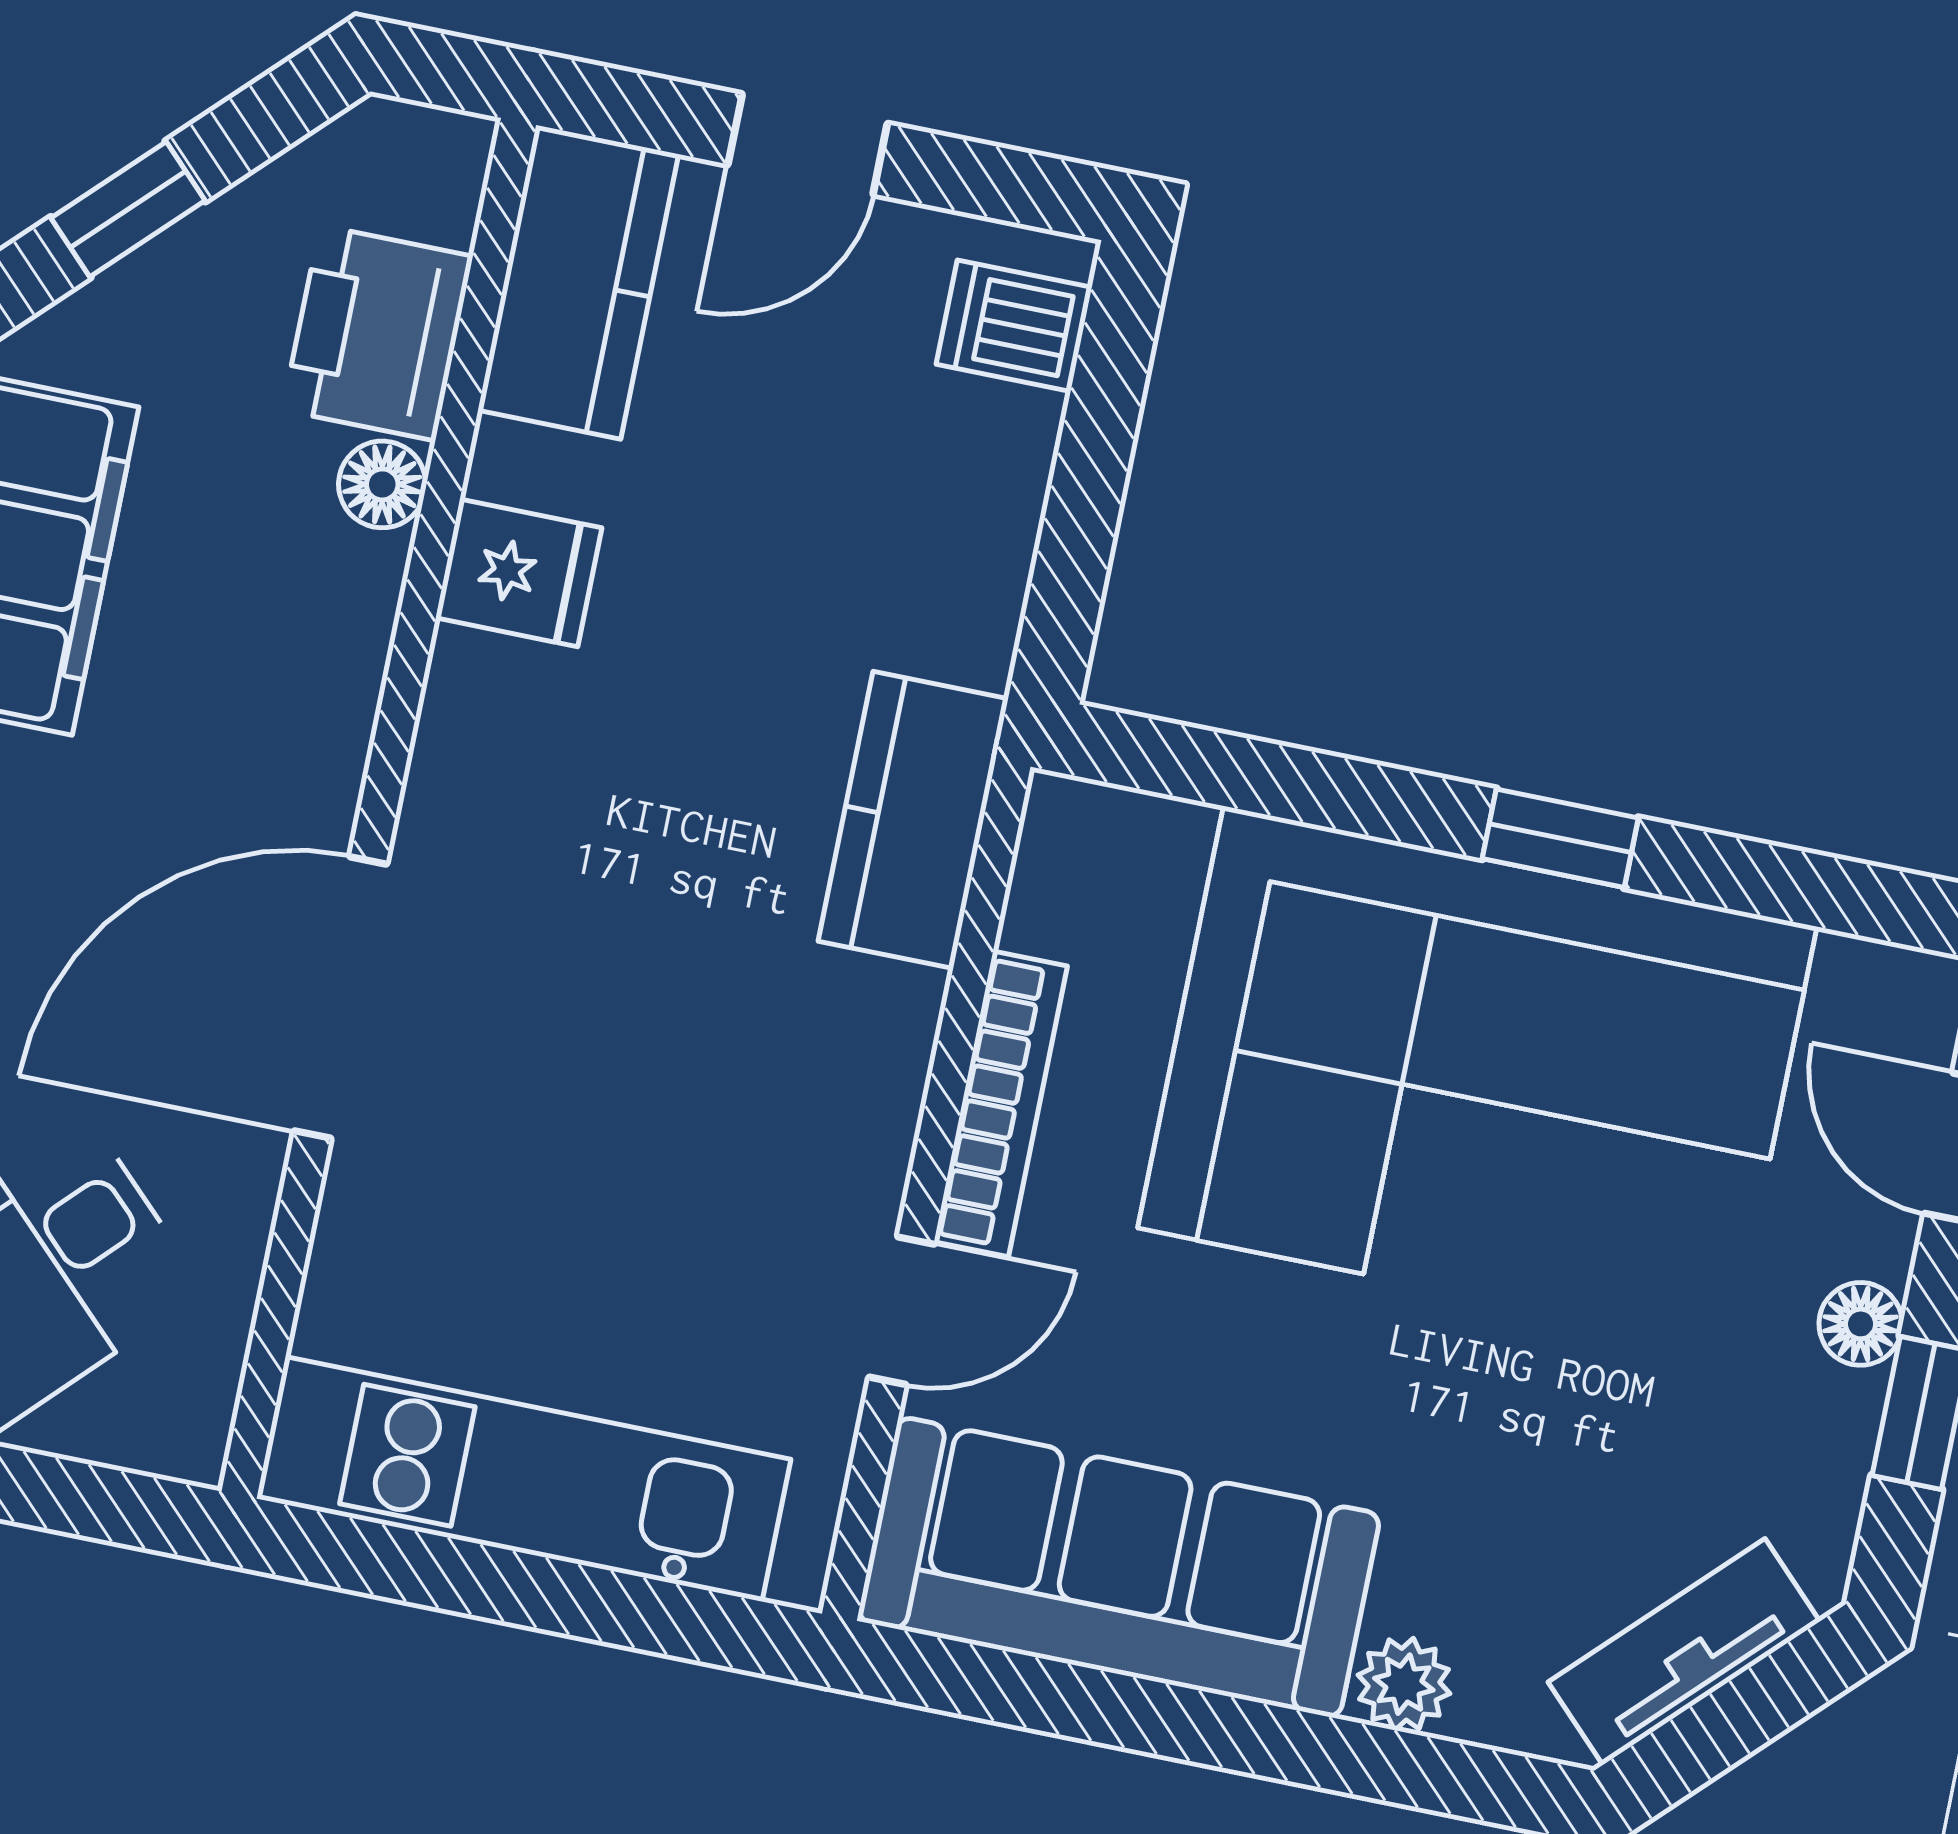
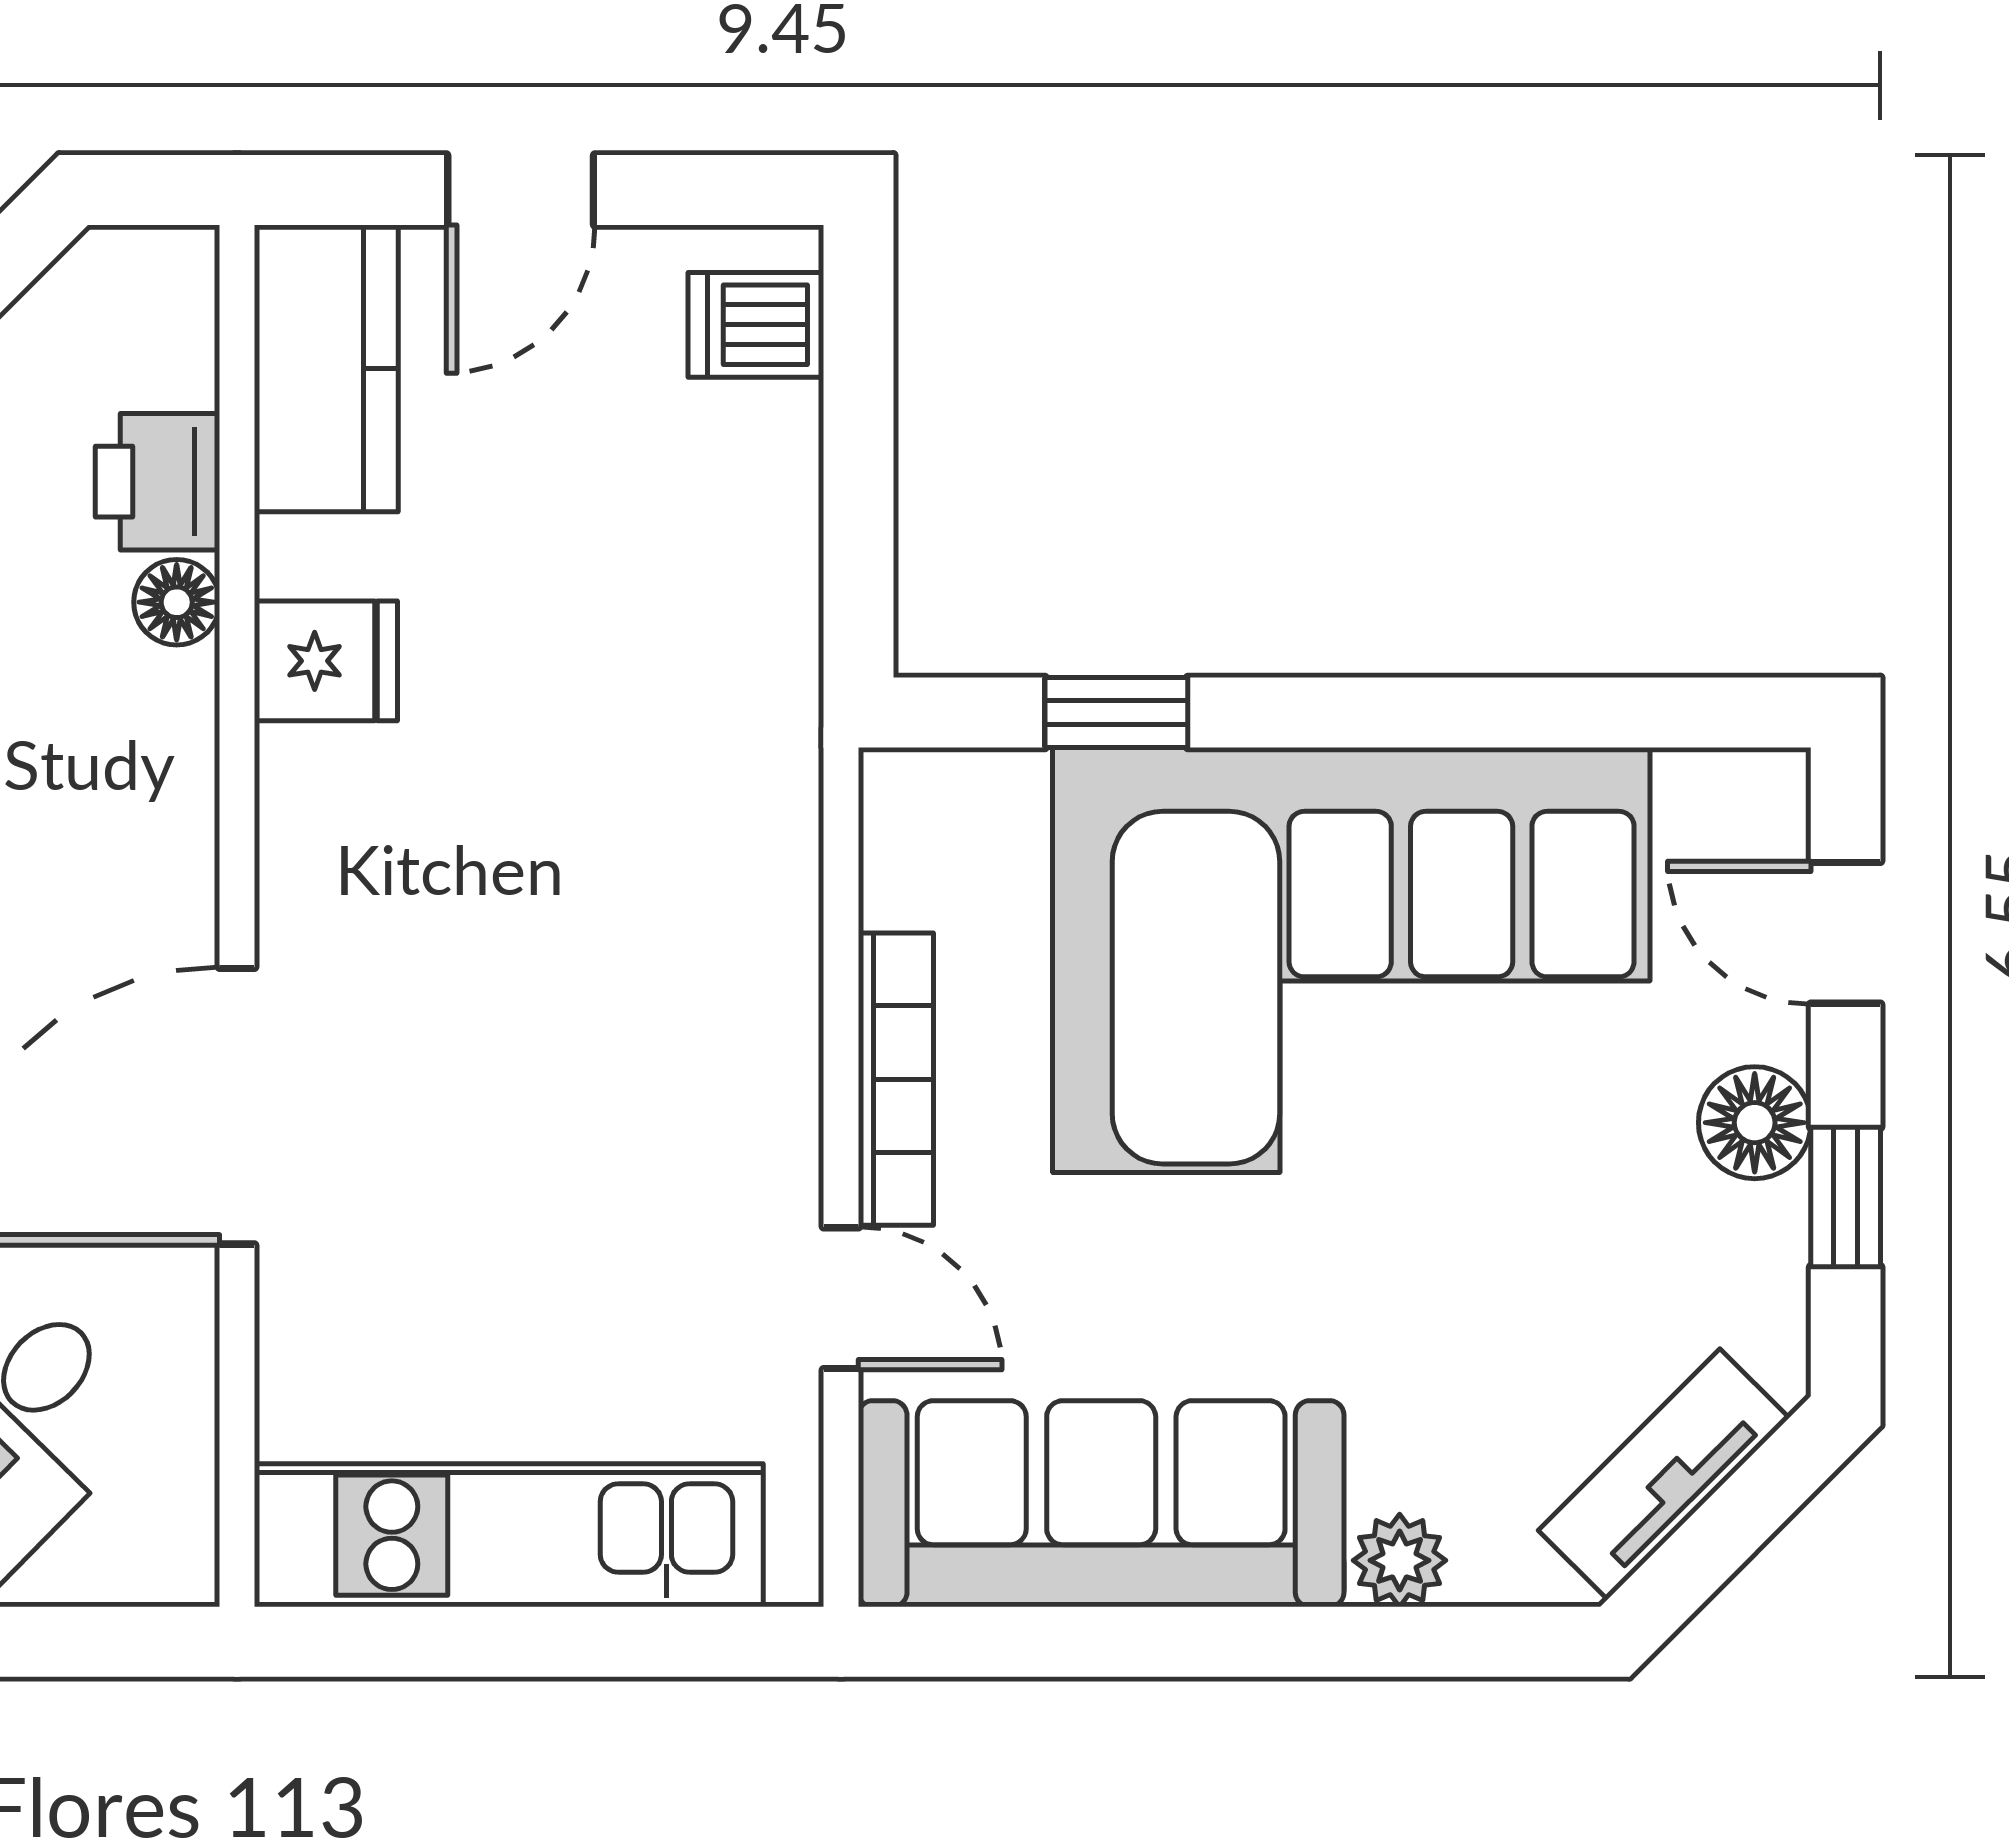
printer: (378, 333) -> (158, 482), width x0.73, depth x0.81
kitchen counter: (913, 820) -> (756, 822), removed
window: (1560, 838) -> (1116, 713), moved
door: (902, 1311) -> (841, 1298), hinge flipped
floor lamp: (1861, 1324) -> (1755, 1123), width x1.37, depth x1.37

